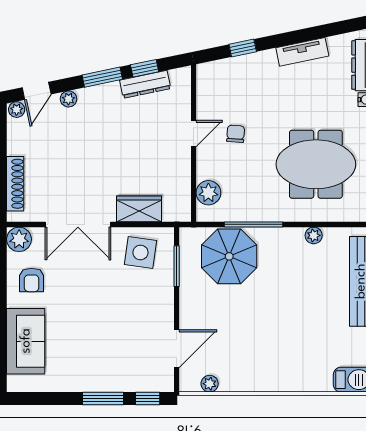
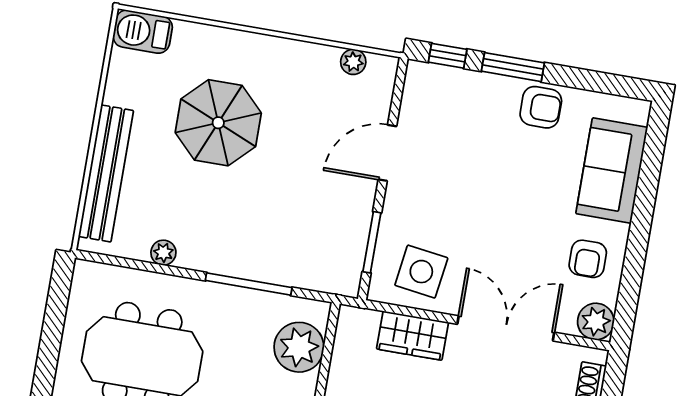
plant: (208, 193) -> (299, 347), width x1.36, depth x1.36
parasol: (229, 256) -> (218, 123), moved
armchair: (32, 280) -> (588, 259), turned 180
door: (177, 349) -> (387, 153), moved
armchair: (80, 375) -> (541, 107), added

